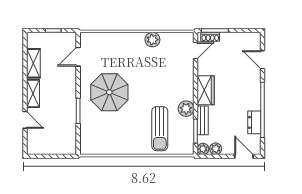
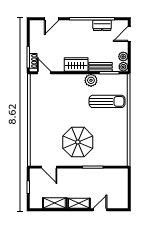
plant: (152, 40) -> (35, 107), removed

